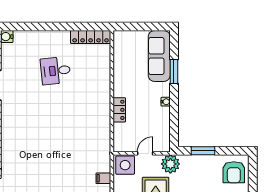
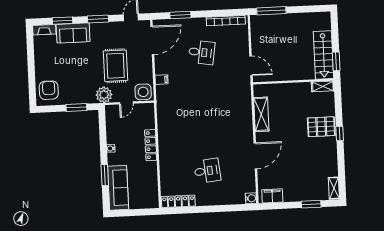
locker: (119, 110) -> (151, 145), width x1.53

